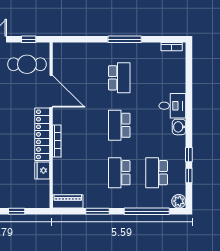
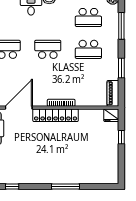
school desk: (119, 125) -> (48, 49), turned 180
fridge: (42, 170) -> (111, 115), moved
window: (147, 211) -> (121, 26), width x0.68

